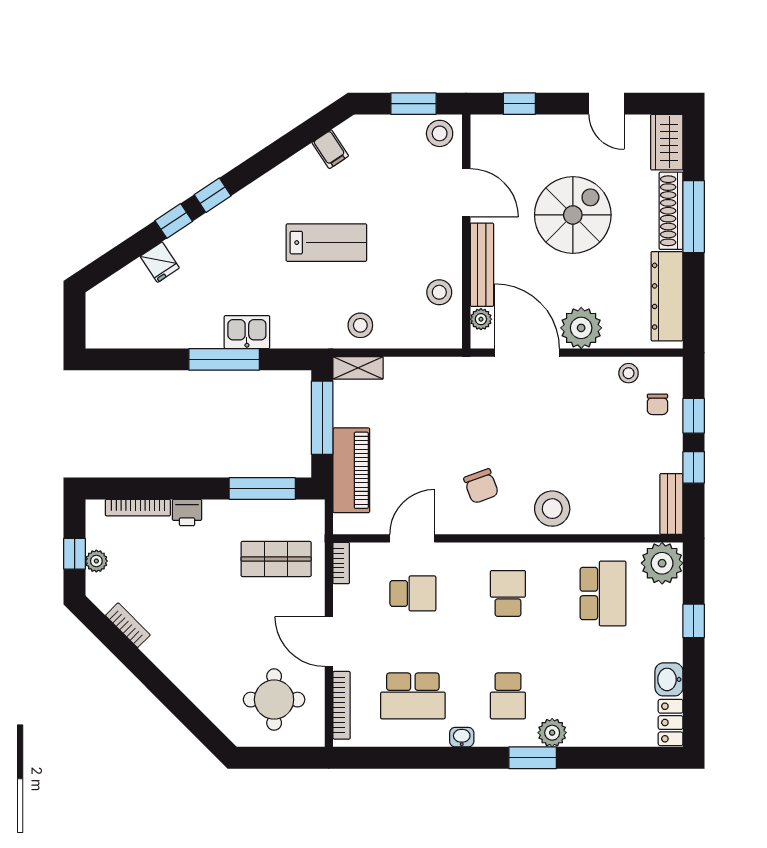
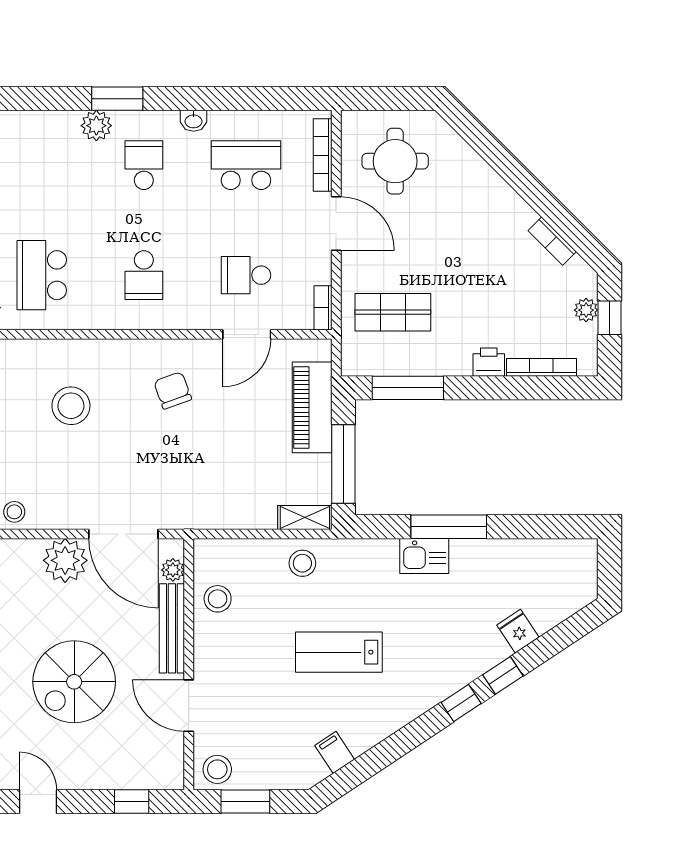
stool: (552, 509) -> (71, 406), moved

